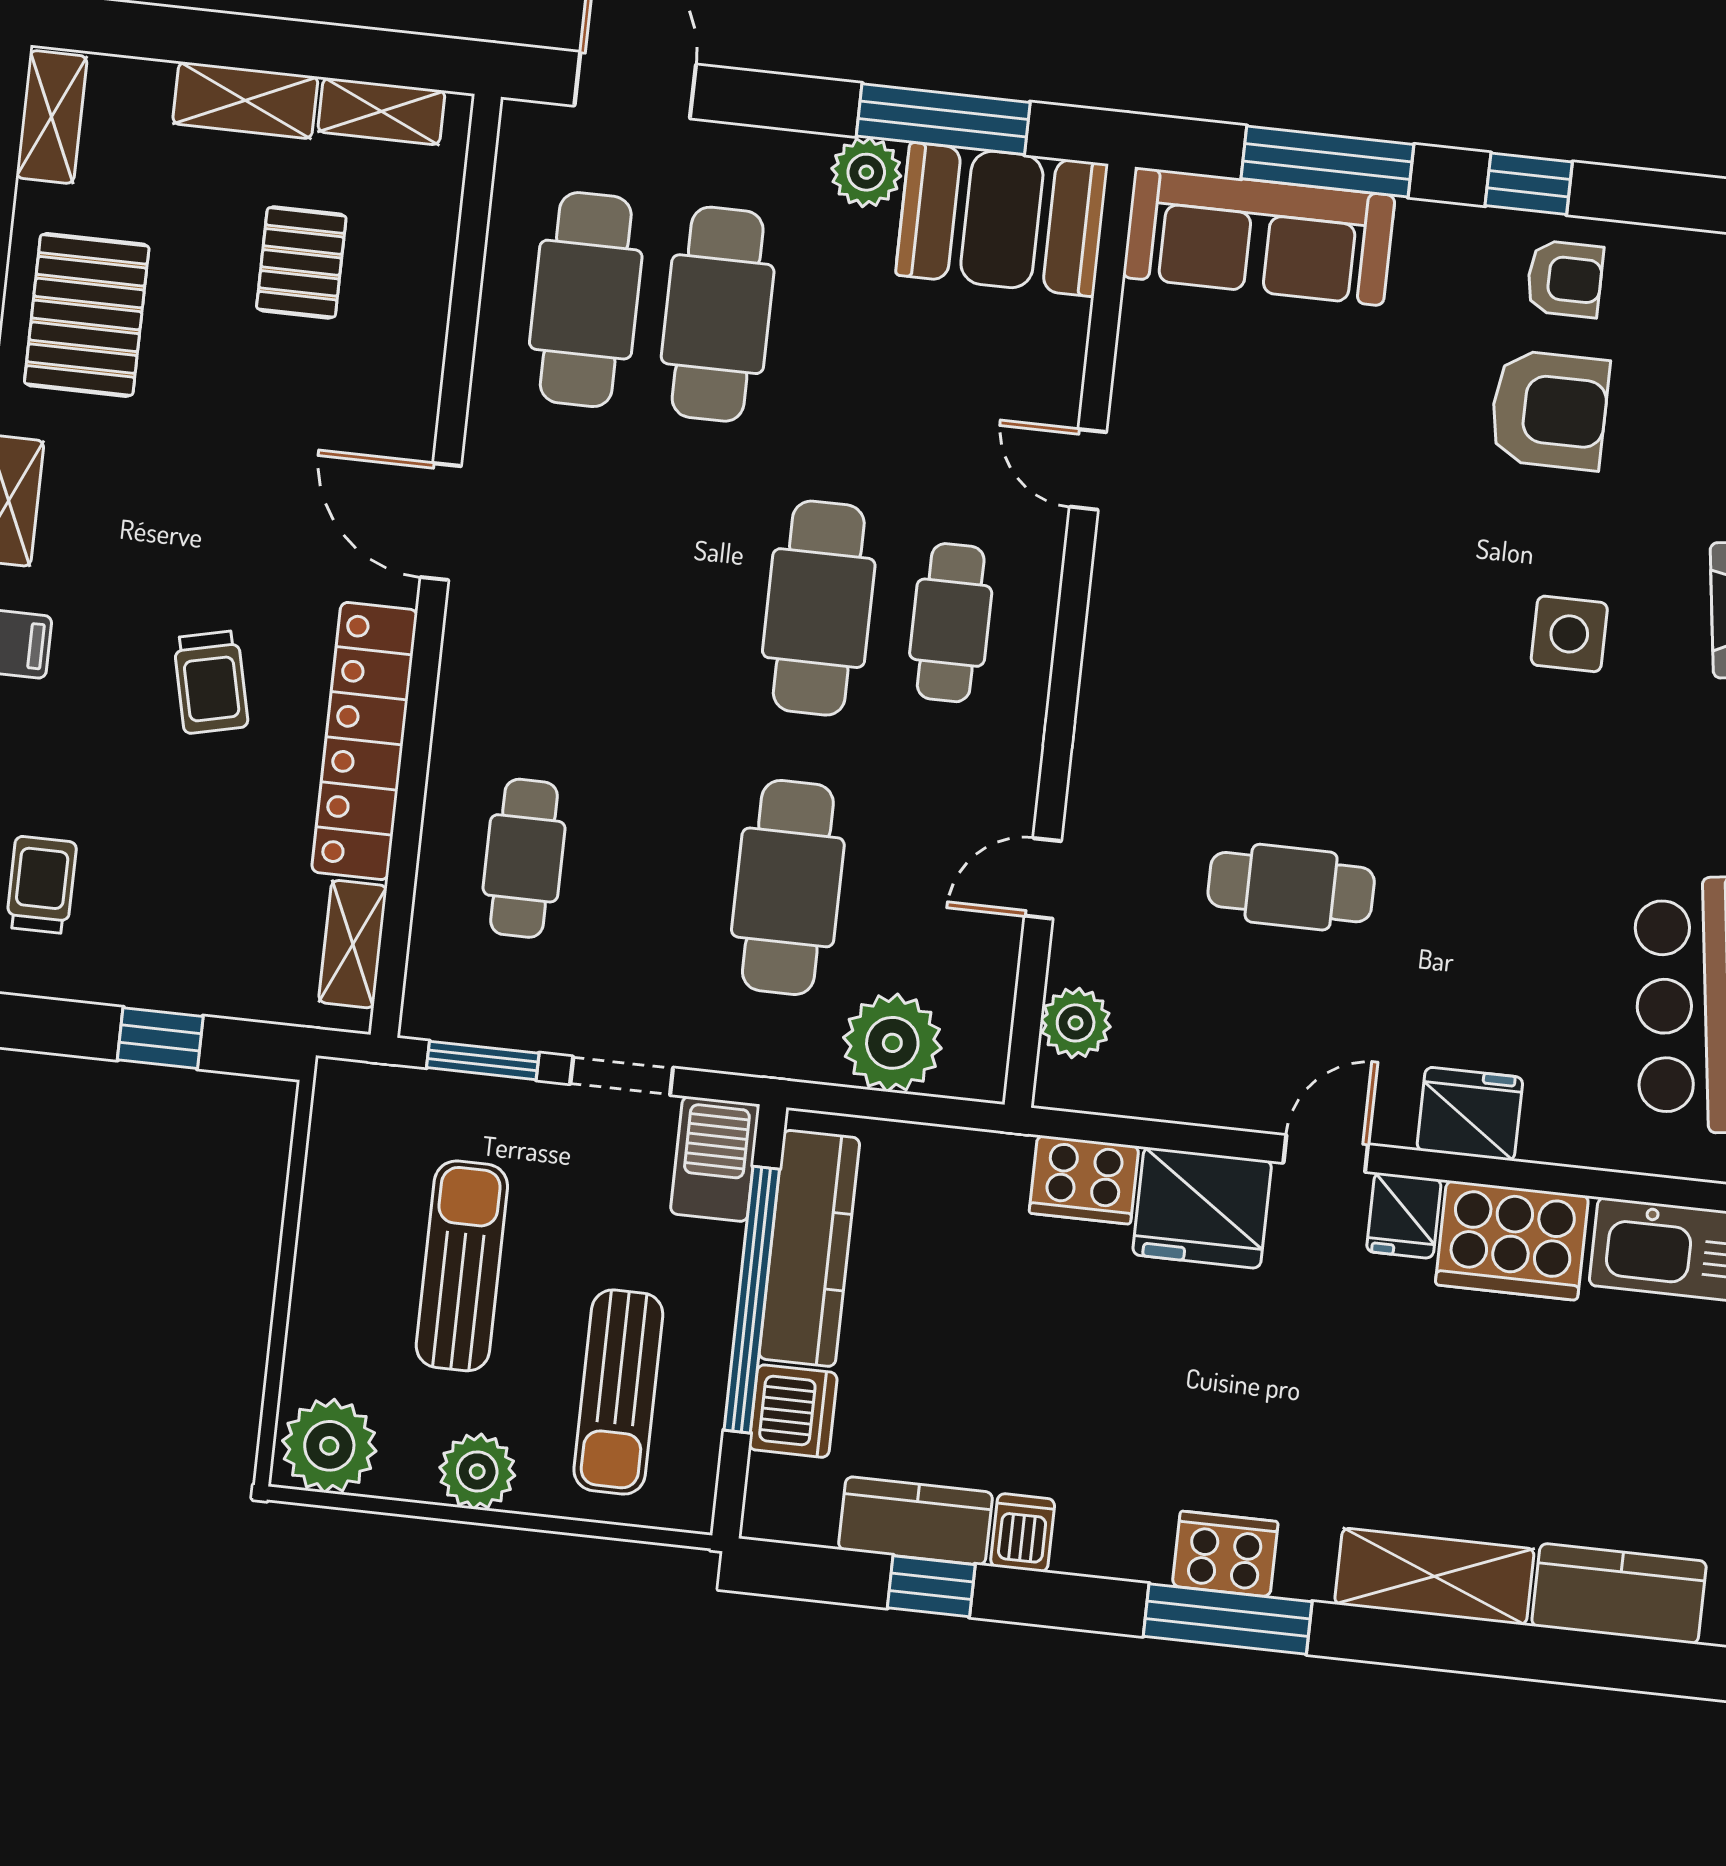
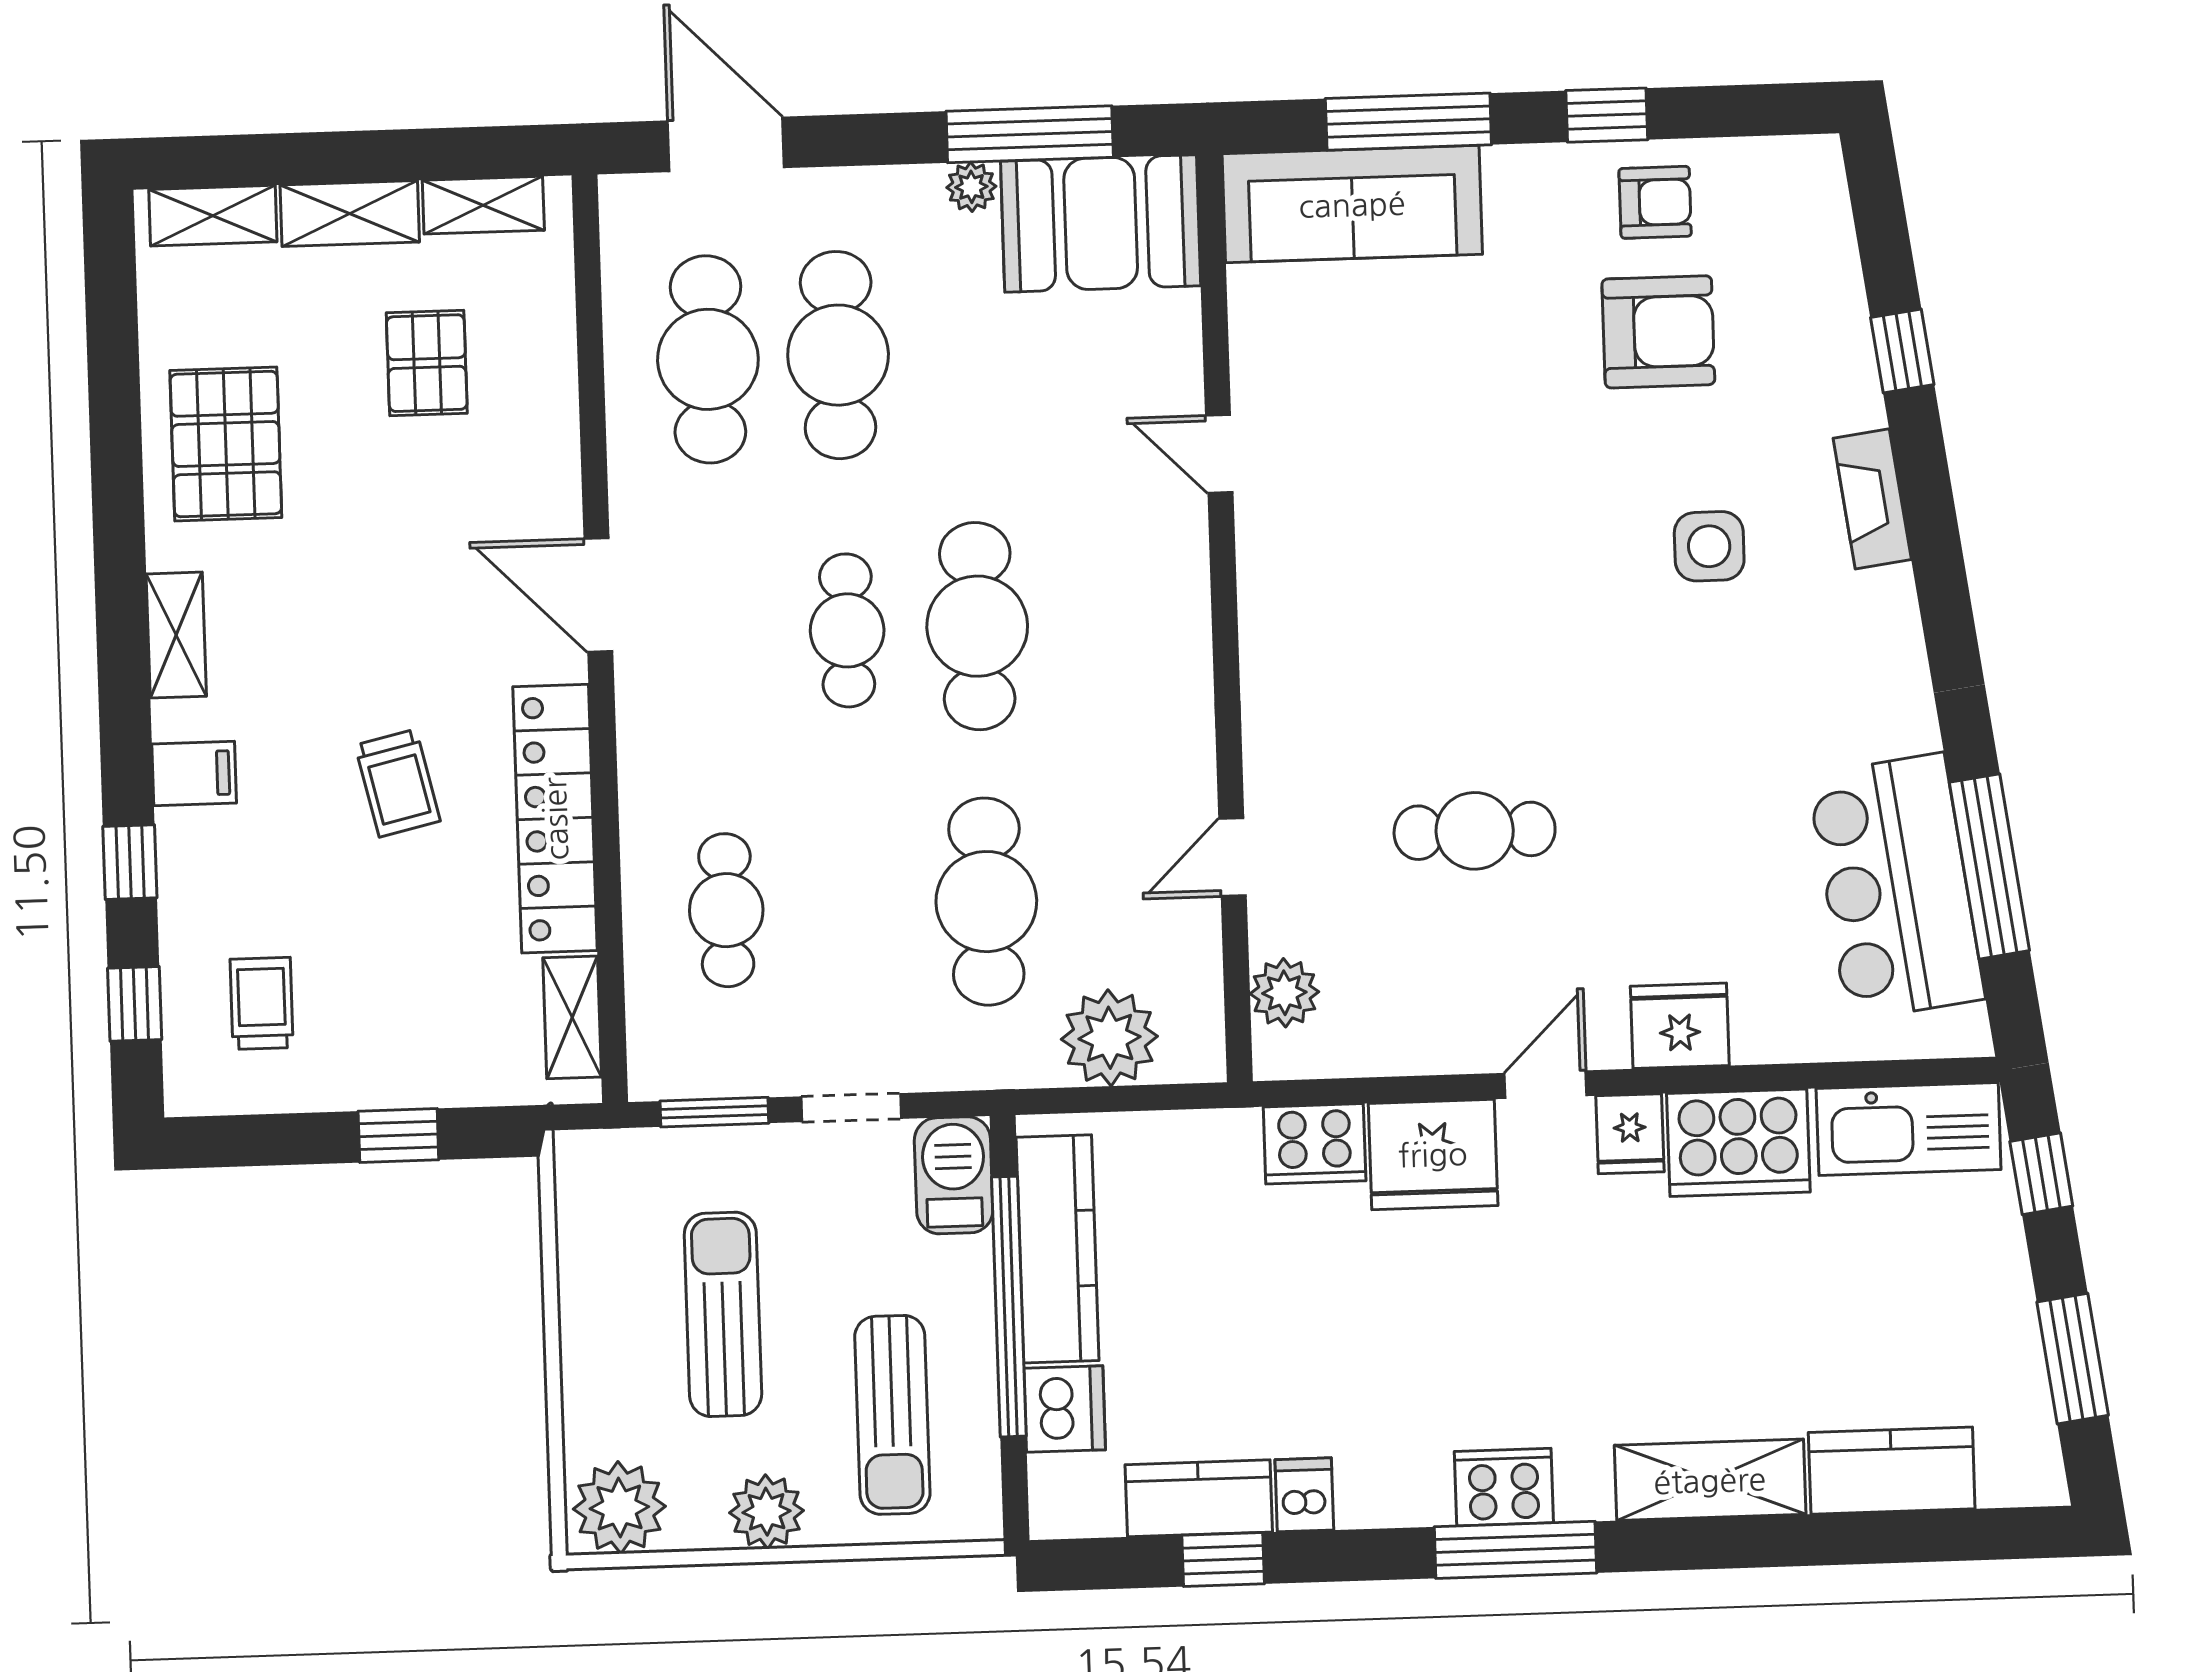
shelving: (52, 117) -> (213, 216), moved, turned 90
plant: (866, 172) -> (971, 187), width x0.73, depth x0.73
cafe table: (951, 623) -> (847, 630), moved

